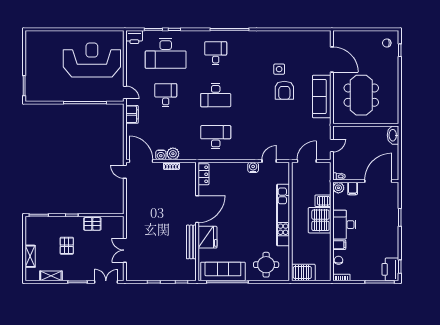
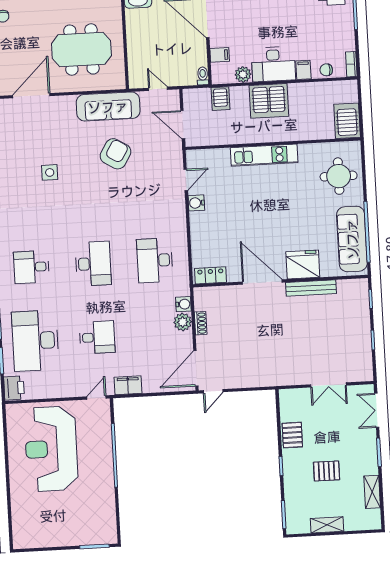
desk: (166, 53) -> (35, 341), turned 180
armchair: (284, 90) -> (115, 154), moved, turned -59
desk: (166, 95) -> (97, 337), turned 180
sofa: (322, 97) -> (108, 107), moved
water cooler: (161, 155) -> (183, 304), moved
door: (269, 161) -> (186, 180), swing flipped
plant: (338, 188) -> (243, 74), moved
server rack: (323, 201) -> (220, 99), moved
kitchen unit: (283, 215) -> (264, 155), width x0.73
shelving: (30, 256) -> (327, 525), moved

